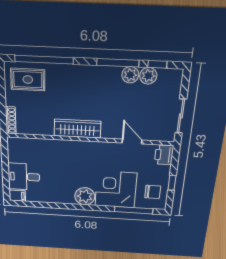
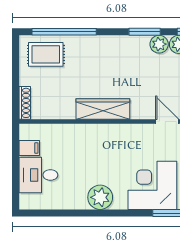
window: (118, 63) -> (145, 32), width x0.69
filing cabinet: (17, 196) -> (29, 148), moved
plant: (85, 196) -> (100, 197), moved

